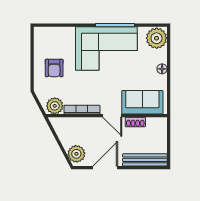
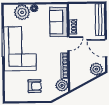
plant: (157, 38) -> (22, 12), moved

